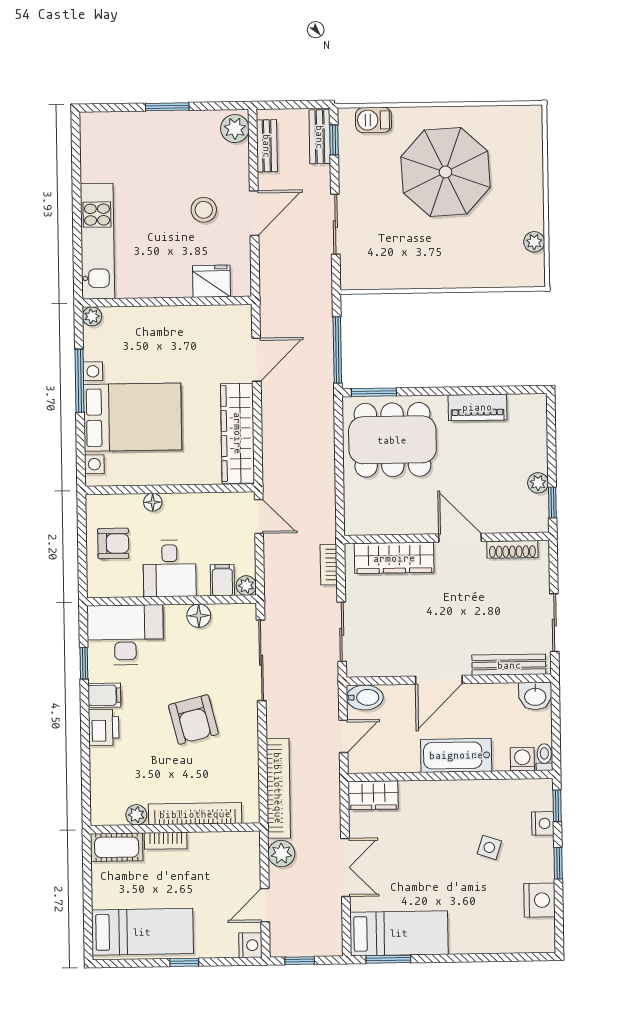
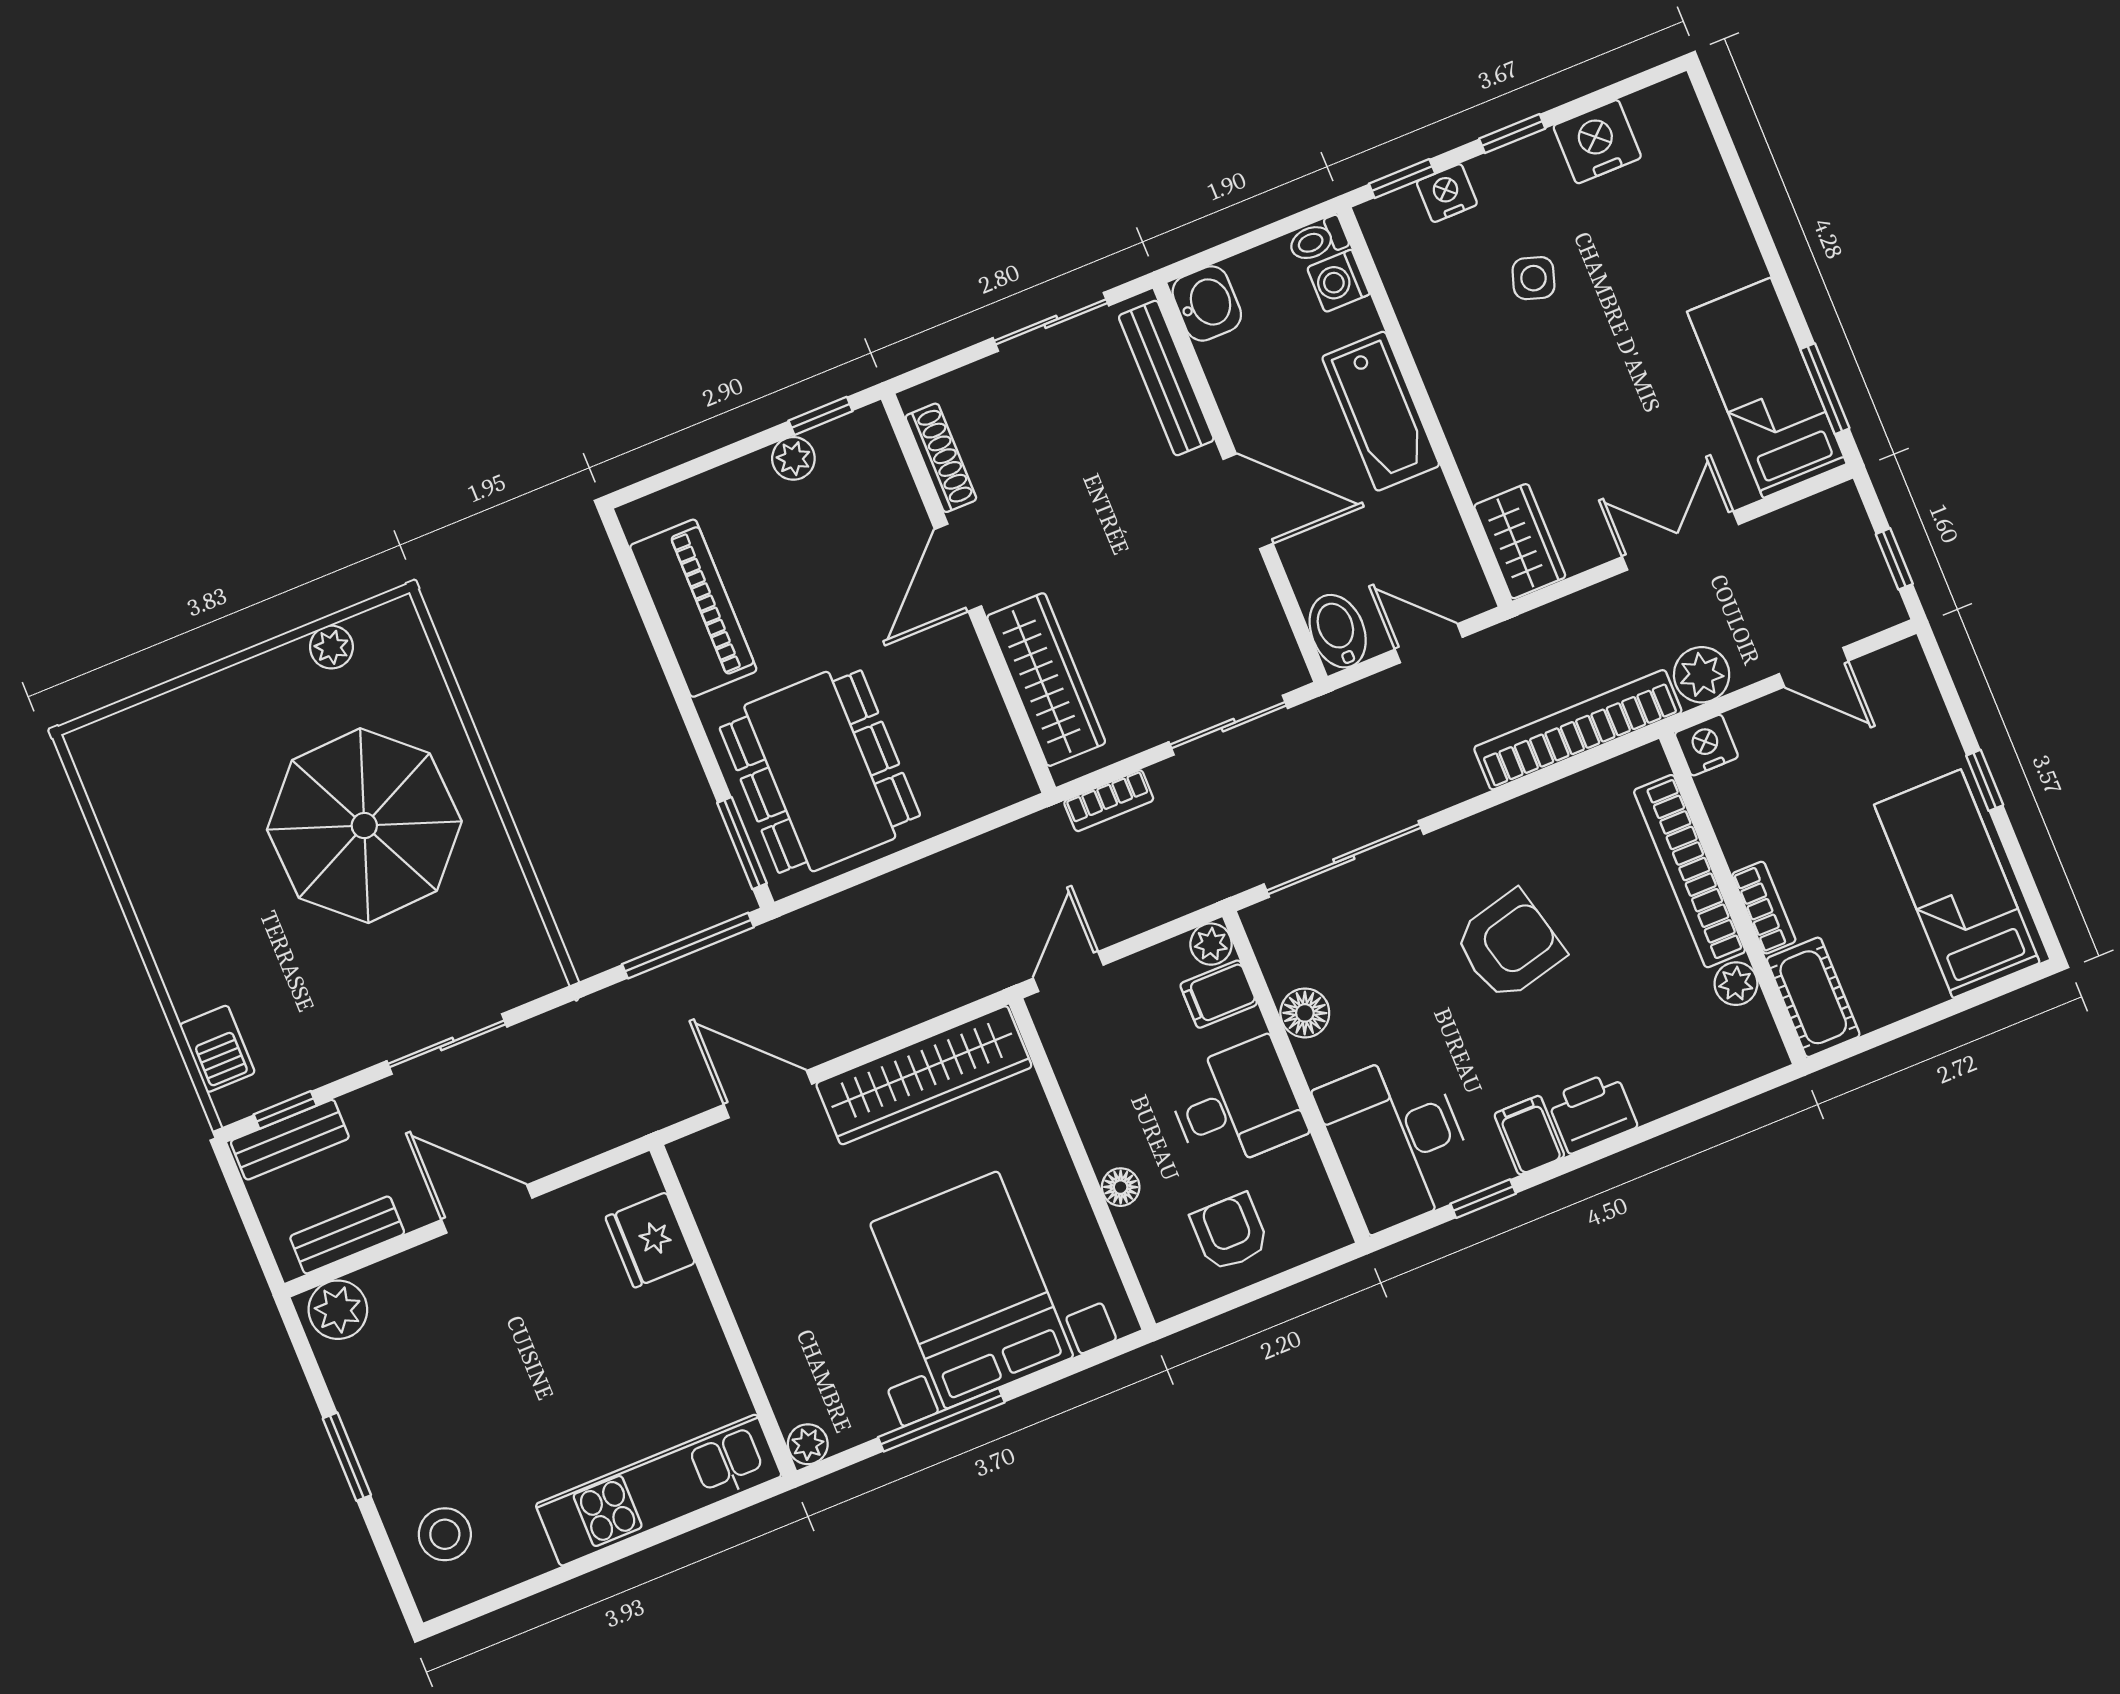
parasol: (446, 172) -> (364, 826), moved
stool: (204, 210) -> (445, 1534), moved
piano: (477, 407) -> (693, 608), width x1.37, depth x1.33
nightstand: (250, 945) -> (1706, 745), moved

